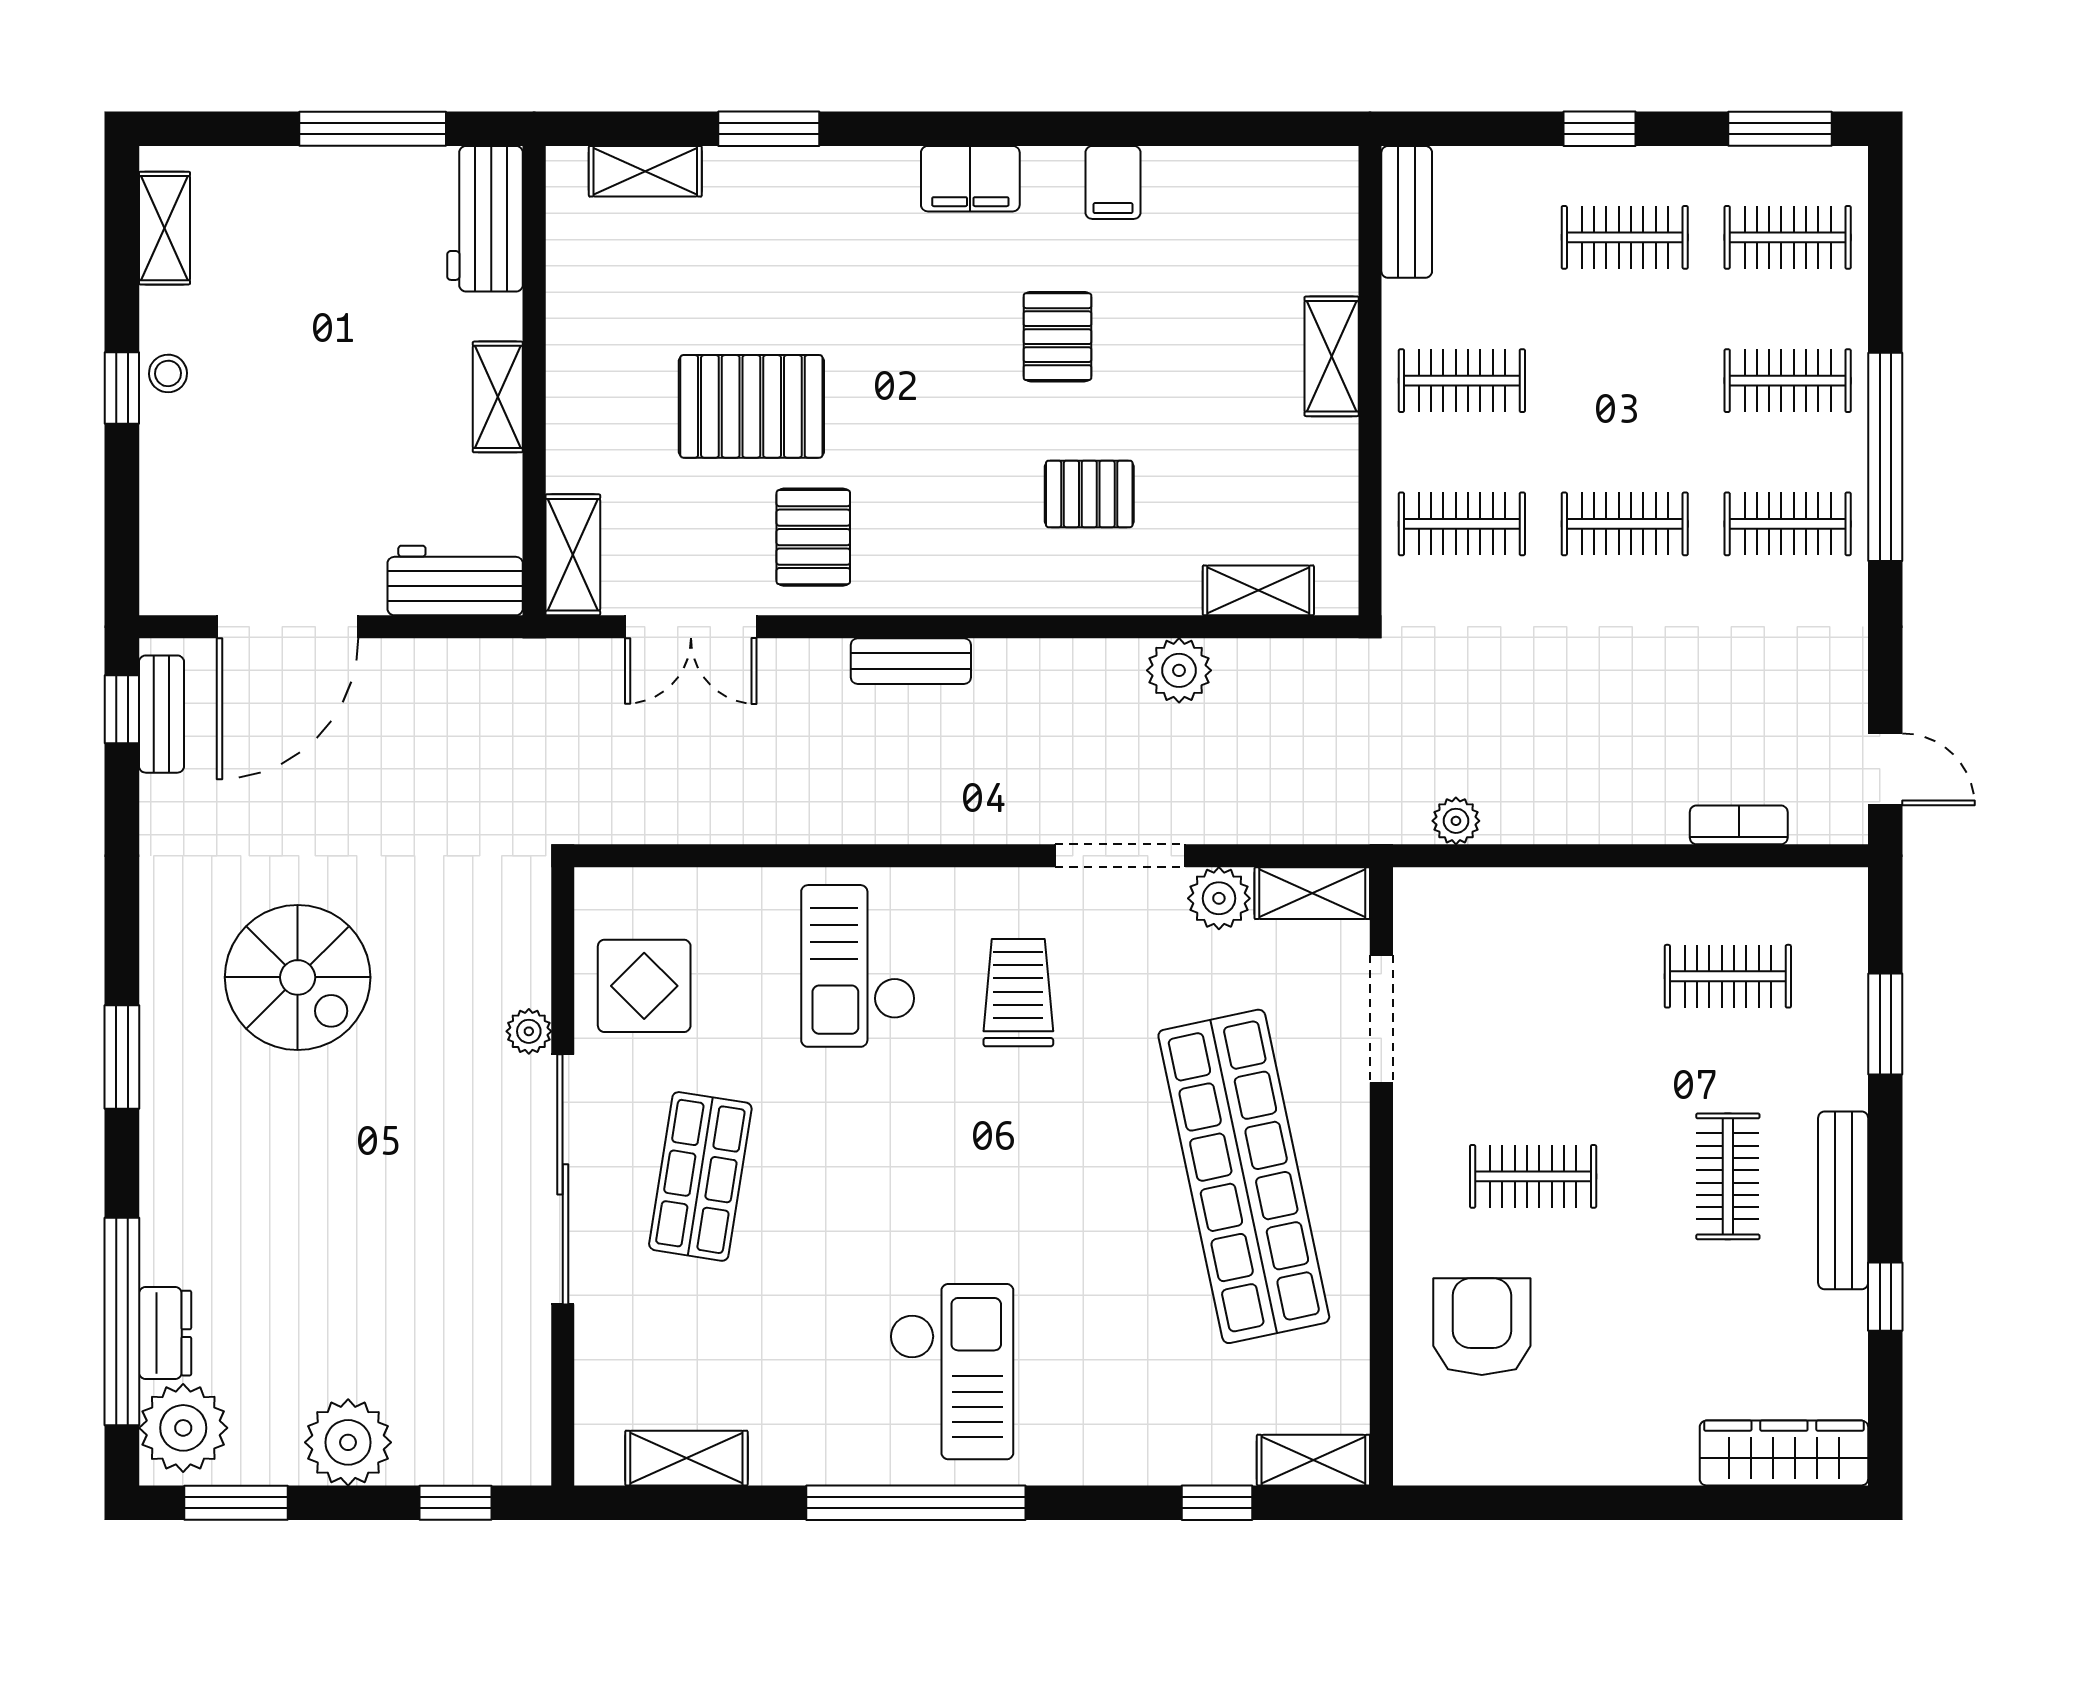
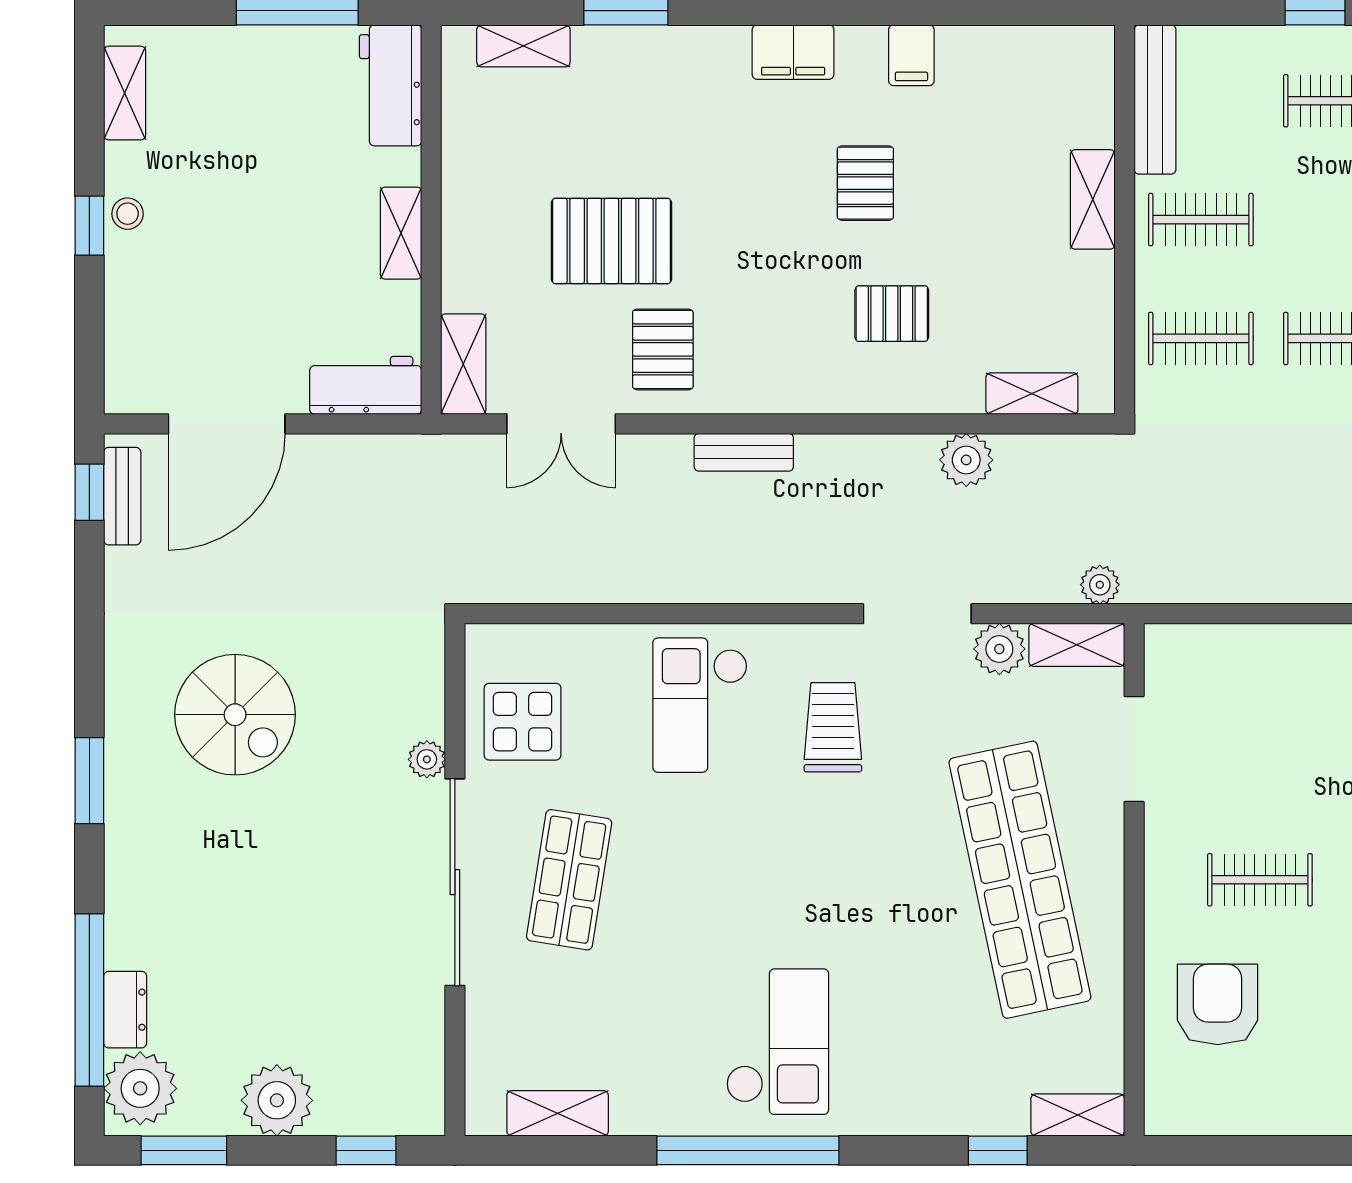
bench: (1407, 212) -> (1155, 100), width x1.36
plant: (1456, 821) -> (1100, 585), moved

